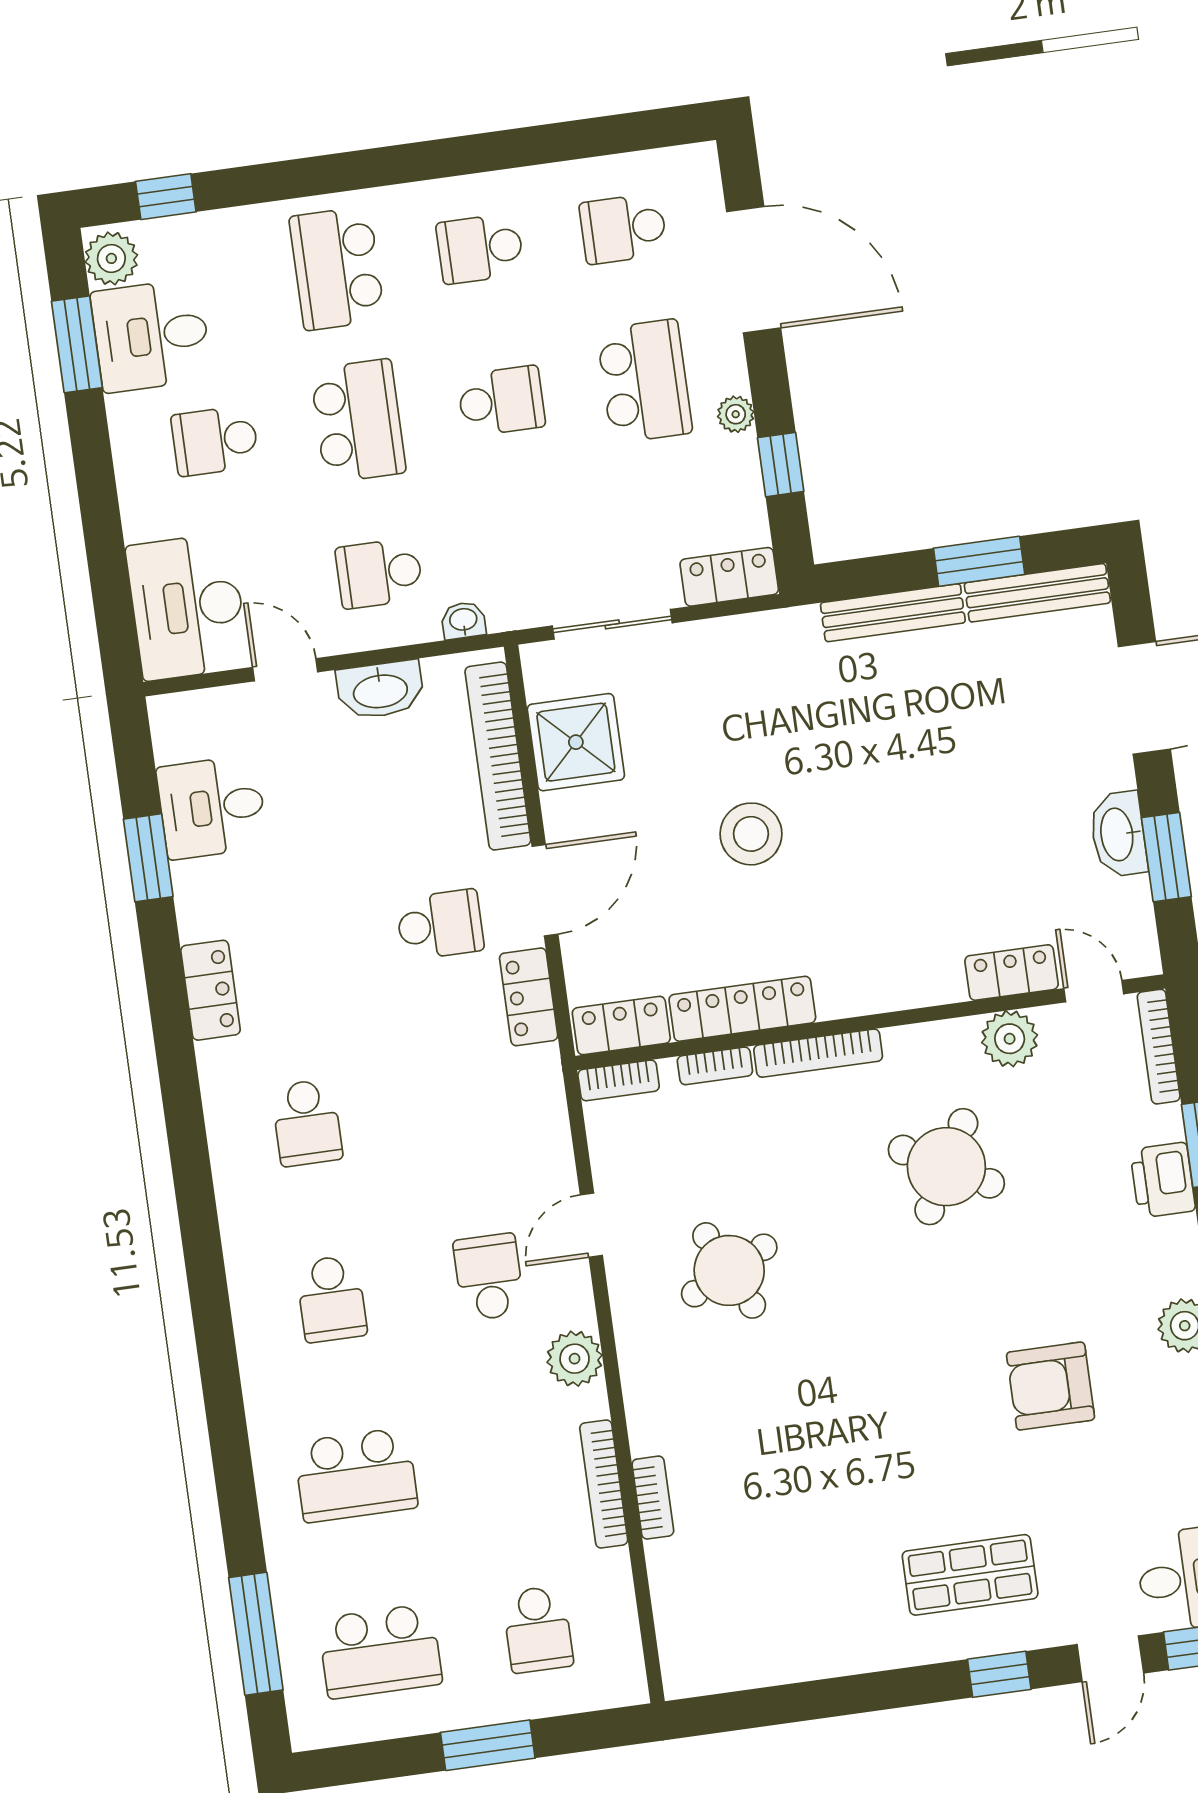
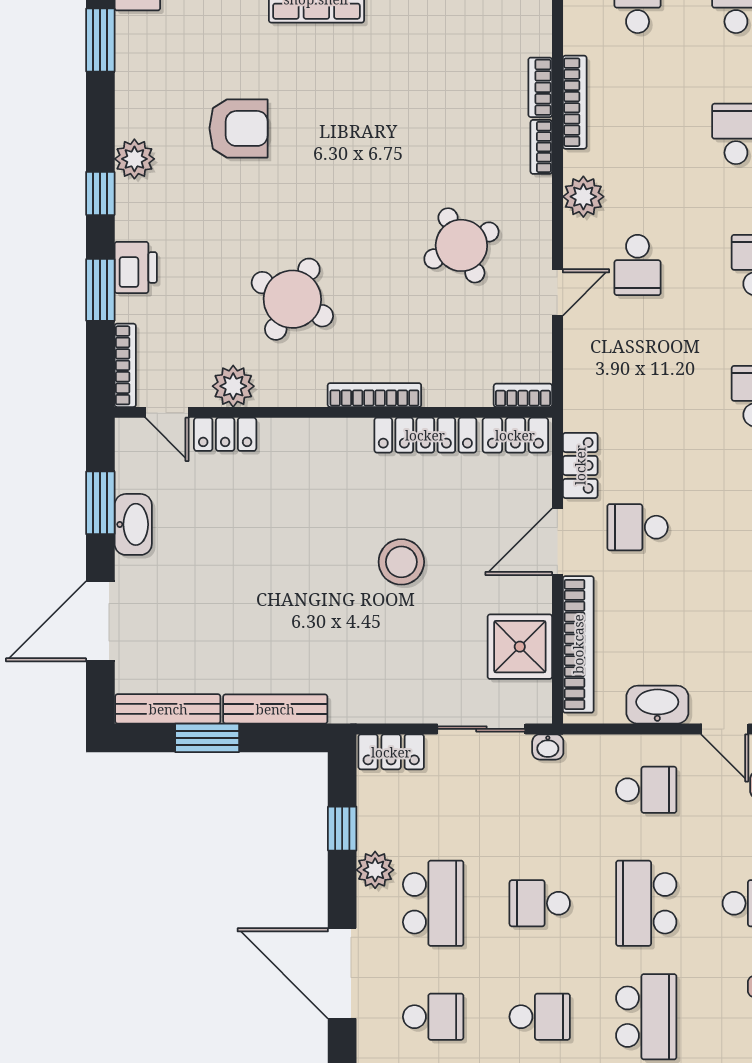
school desk: (644, 381) -> (433, 903), turned 180
plant: (736, 414) -> (375, 870), width x1.38, depth x1.38
washbasin: (463, 620) -> (548, 747), moved
bookcase: (715, 1066) -> (541, 147), moved, turned -90

